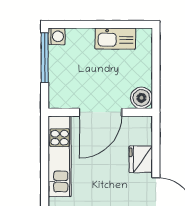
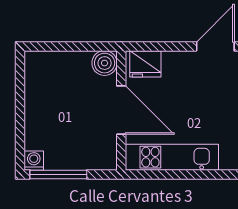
kitchen sink: (115, 39) -> (36, 93), removed
fridge: (141, 159) -> (145, 64), moved

